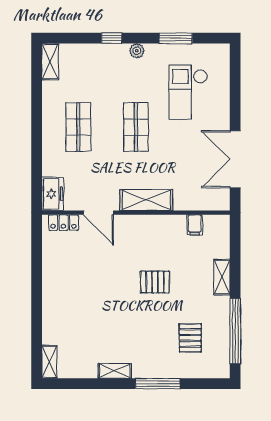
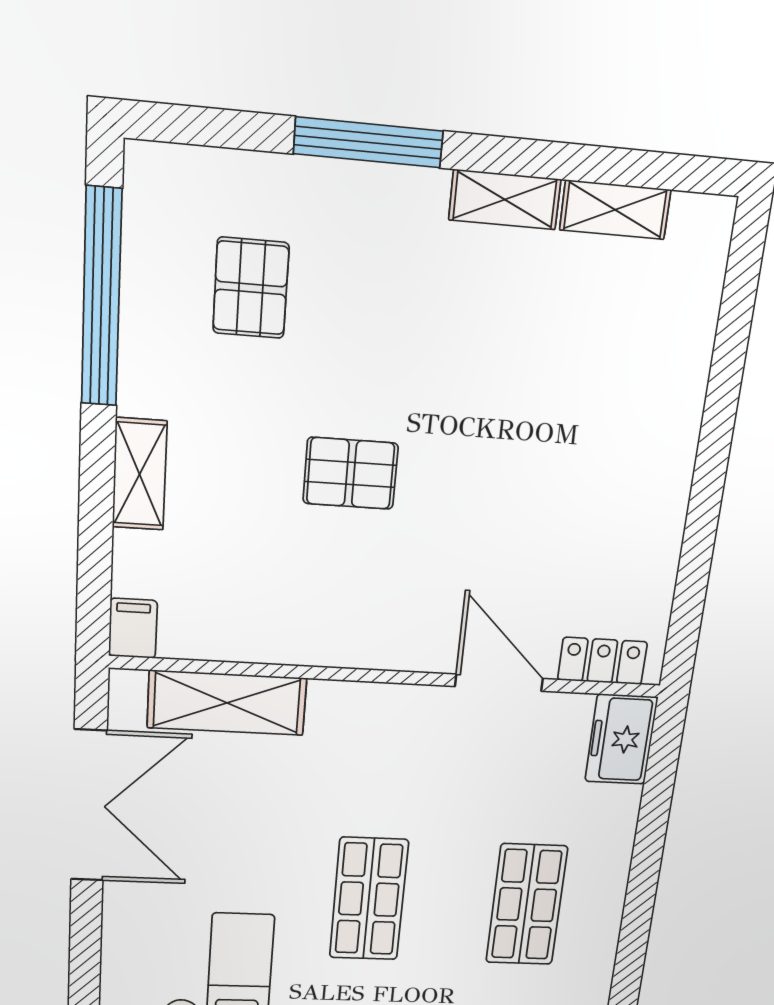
shelving: (146, 200) -> (227, 703), moved
filing cabinet: (195, 225) -> (133, 628), moved
shelving: (49, 362) -> (615, 210), moved, turned 90

